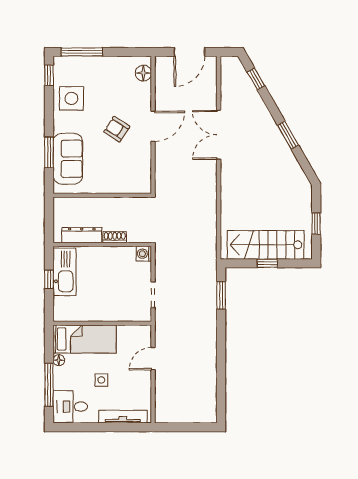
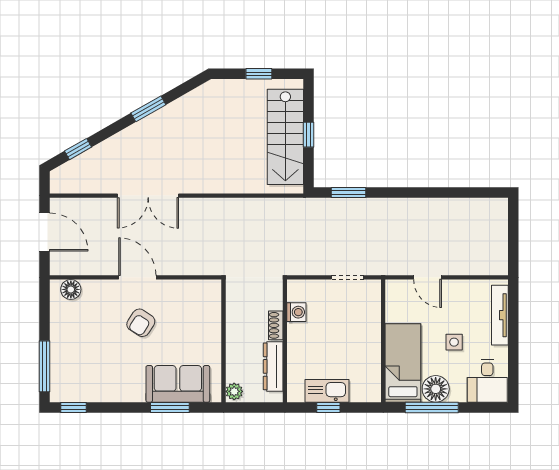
side table: (71, 98) -> (102, 379), removed
plant: (62, 204) -> (234, 391), added
washing machine: (144, 254) -> (296, 312), moved, turned -90
kitchen sink: (65, 272) -> (327, 391), width x0.73, depth x0.81
floor lamp: (59, 360) -> (436, 389), width x1.89, depth x1.89
window: (49, 385) -> (432, 407), moved

